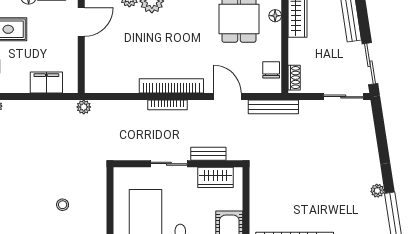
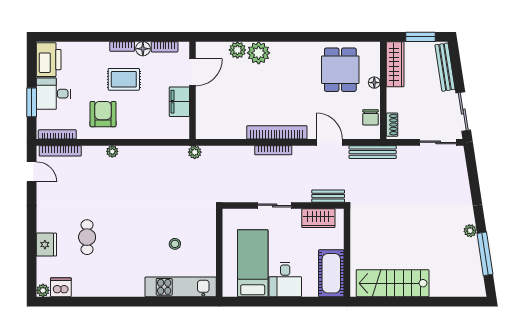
floor lamp: (275, 16) -> (374, 83), moved
chair: (271, 70) -> (370, 117), turned 180
filing cabinet: (46, 83) -> (179, 102), moved, turned -90
bench: (208, 154) -> (328, 196), moved

